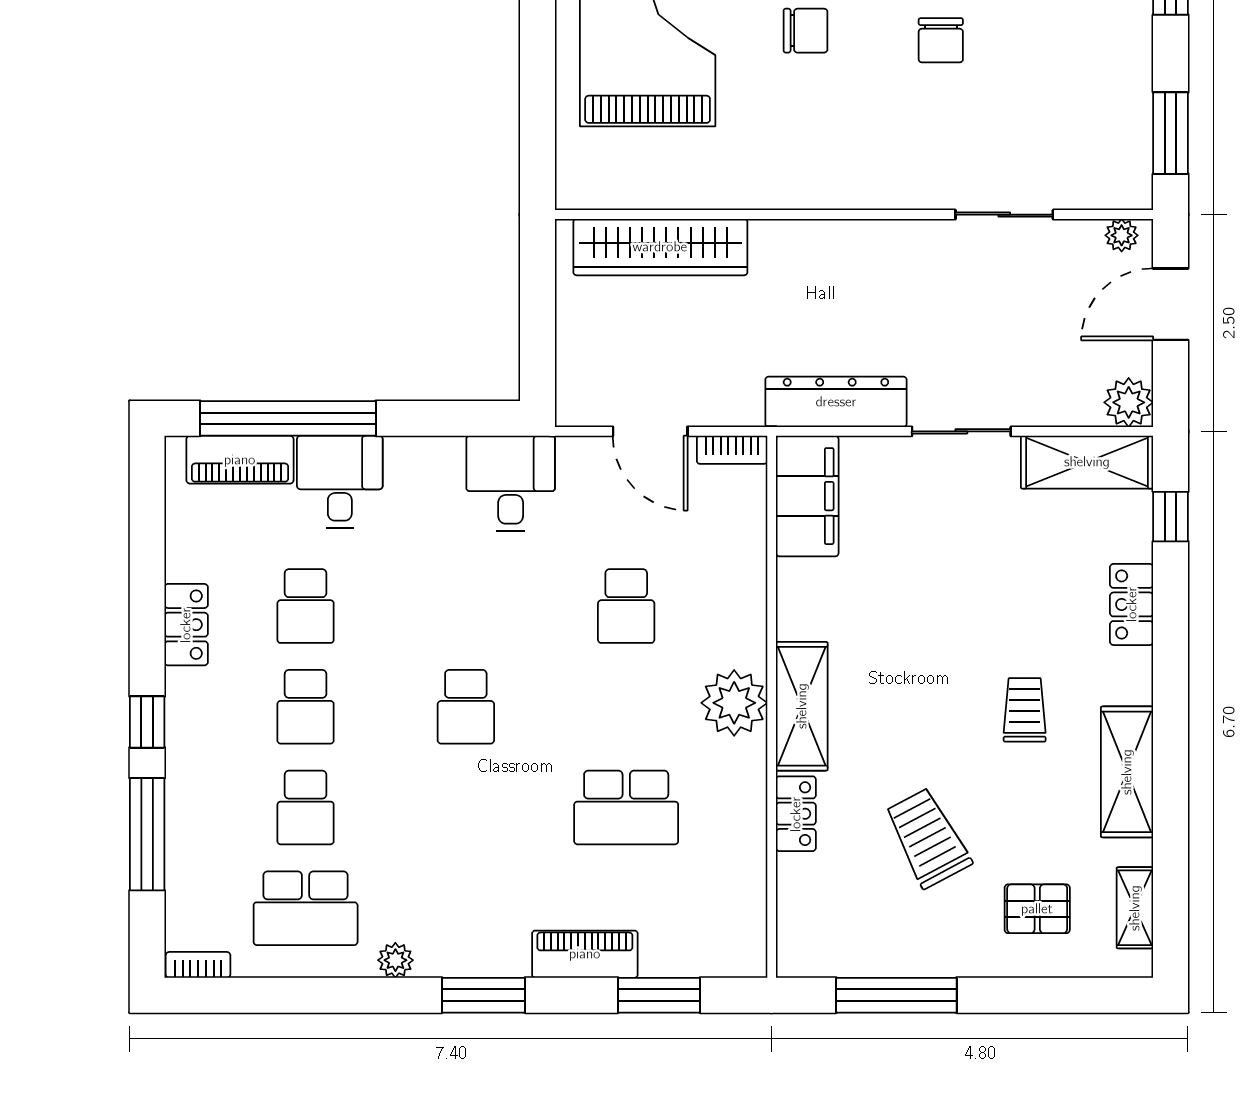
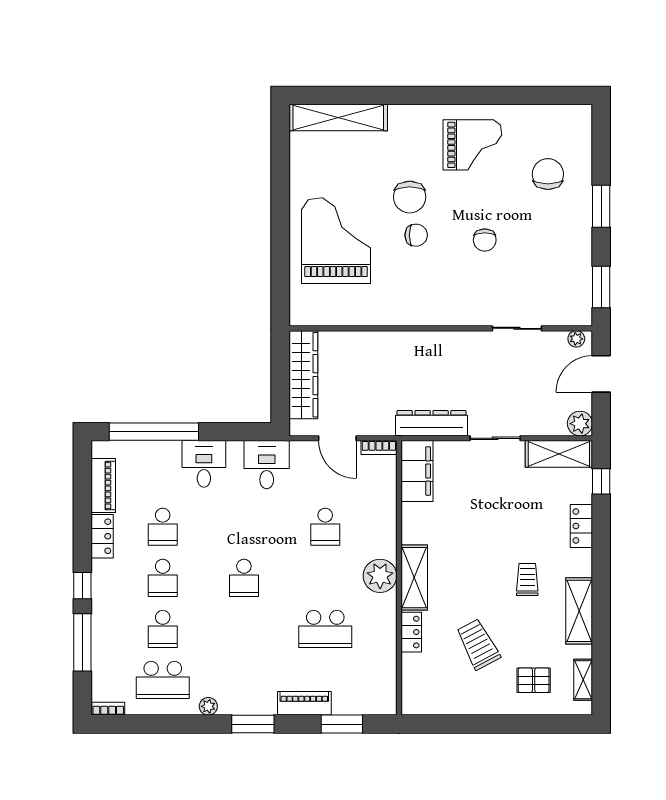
wardrobe: (660, 247) -> (303, 375), moved, turned -90
piano: (240, 460) -> (103, 486), moved, turned -90
desk: (340, 482) -> (204, 464), moved
window: (896, 995) -> (462, 724), removed

